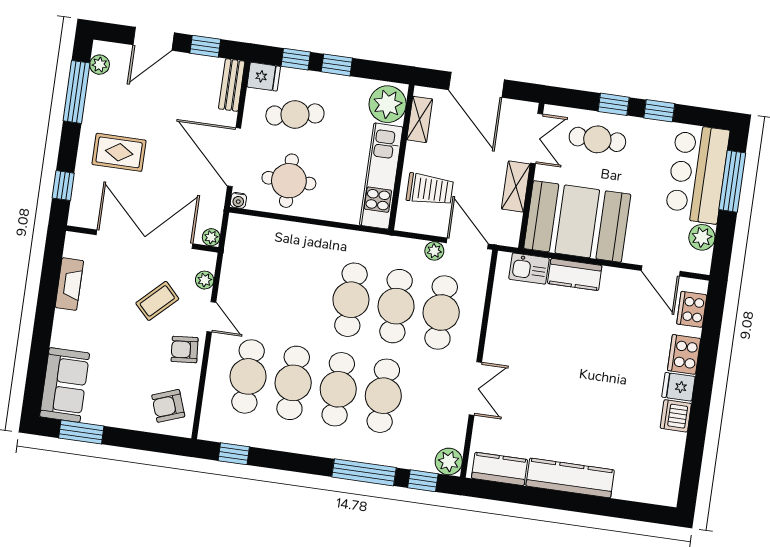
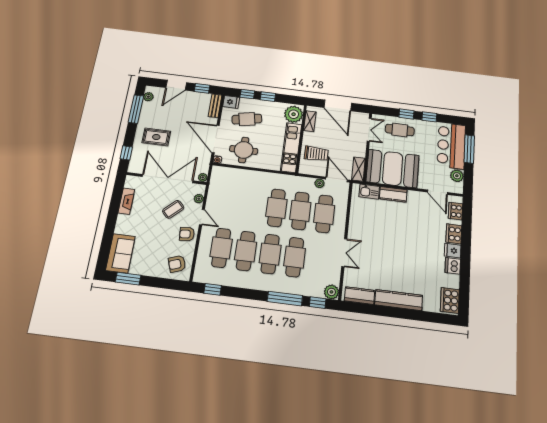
shelving: (516, 186) -> (358, 169), moved
cooker: (664, 480) -> (450, 300), added

